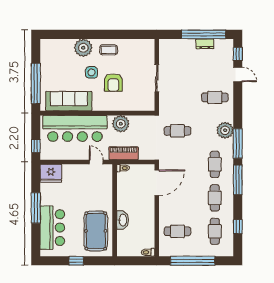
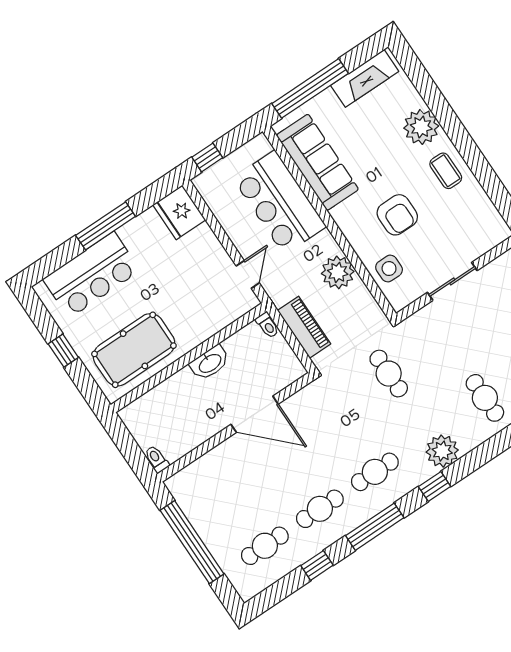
fireplace: (47, 58) -> (365, 78), added
side table: (92, 72) -> (389, 269), moved
armchair: (113, 83) -> (397, 215), turned -90
bar counter: (75, 128) -> (279, 202), width x0.73
window: (238, 143) -> (435, 486), width x0.46
piano: (124, 153) -> (304, 327), moved
door: (157, 183) -> (255, 414), moved
washbasin: (123, 220) -> (210, 363), moved
window: (238, 227) -> (317, 565), moved
cafe table: (177, 231) -> (224, 484), removed

